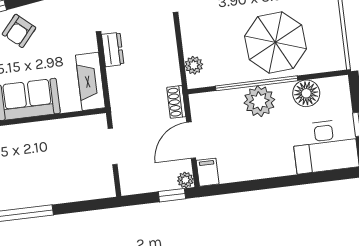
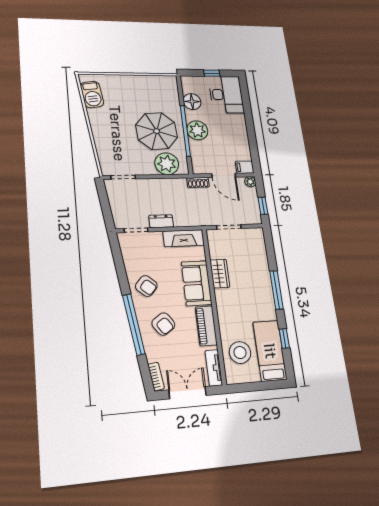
parasol: (275, 42) -> (157, 131), moved
plant: (194, 65) -> (167, 164), width x1.88, depth x1.88
wardrobe: (43, 132) -> (220, 274), added
window: (172, 195) -> (263, 206), moved

